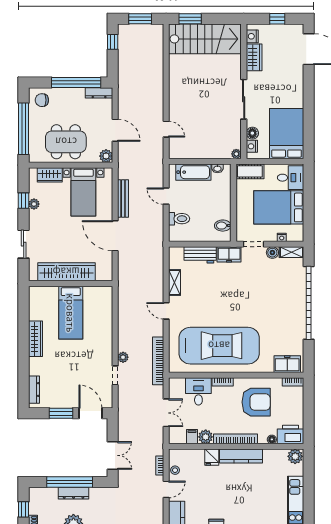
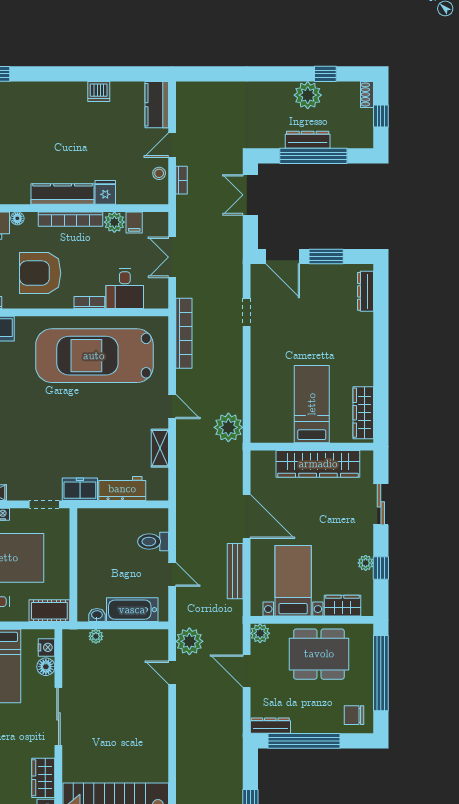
chair: (42, 100) -> (354, 715), turned 180
plant: (154, 151) -> (189, 641), added
plant: (236, 154) -> (96, 636), moved
bidet: (223, 226) -> (89, 531), removed
boiler: (272, 253) -> (16, 492), removed
wardrobe: (36, 339) -> (363, 413), moved
plant: (123, 357) -> (228, 427), moved, width x1.87, depth x1.87

